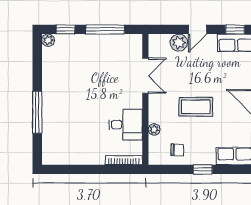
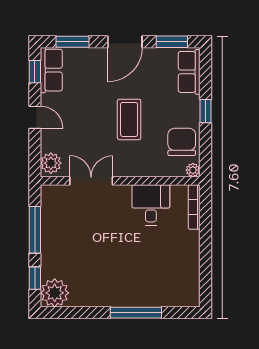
plant: (48, 40) -> (55, 293), width x1.88, depth x1.88
plant: (179, 43) -> (51, 163), moved
plant: (154, 129) -> (193, 170), moved
chair: (177, 150) -> (182, 142), width x1.87, depth x1.87

